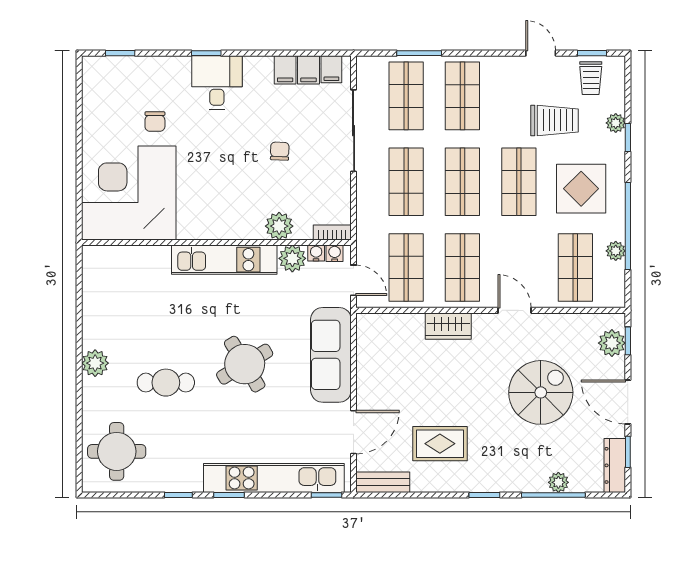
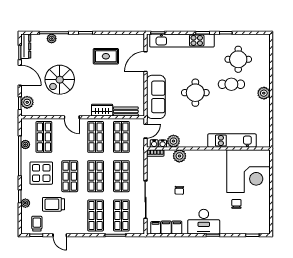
desk: (217, 83) -> (204, 222), width x1.37
kitchen unit: (224, 260) -> (232, 141), moved
door: (354, 280) -> (145, 131), swing flipped
round table: (245, 364) -> (195, 93), turned 31
round table: (117, 451) -> (238, 59), moved
bench: (383, 482) -> (126, 111), moved

